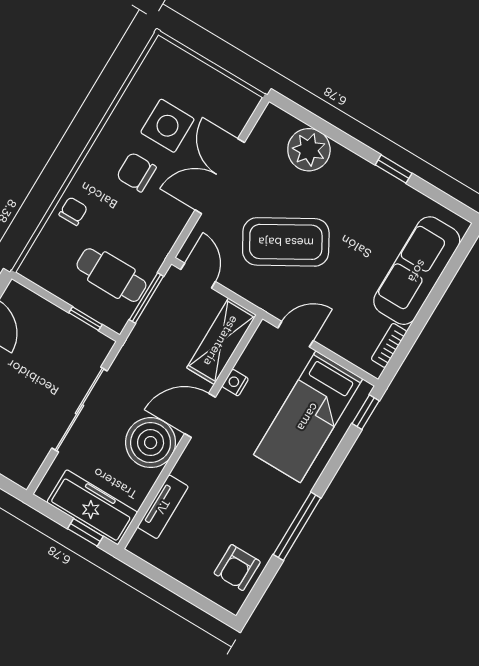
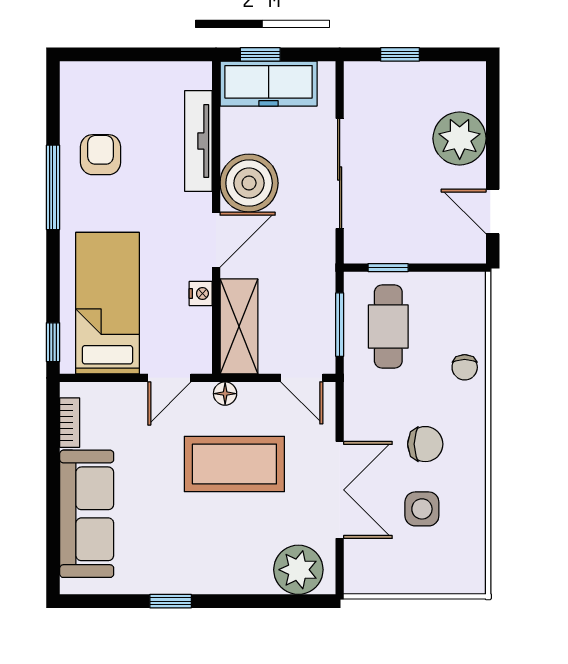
side table: (167, 126) -> (422, 509), width x0.73, depth x0.73
plant: (309, 150) -> (298, 570), moved
coffee table: (286, 242) -> (234, 464), turned 30
cafe table: (111, 275) -> (388, 327), turned 90
floor lamp: (261, 298) -> (225, 394), added
tv unit: (163, 507) -> (198, 141), width x1.41
armchair: (237, 568) -> (101, 155), moved

